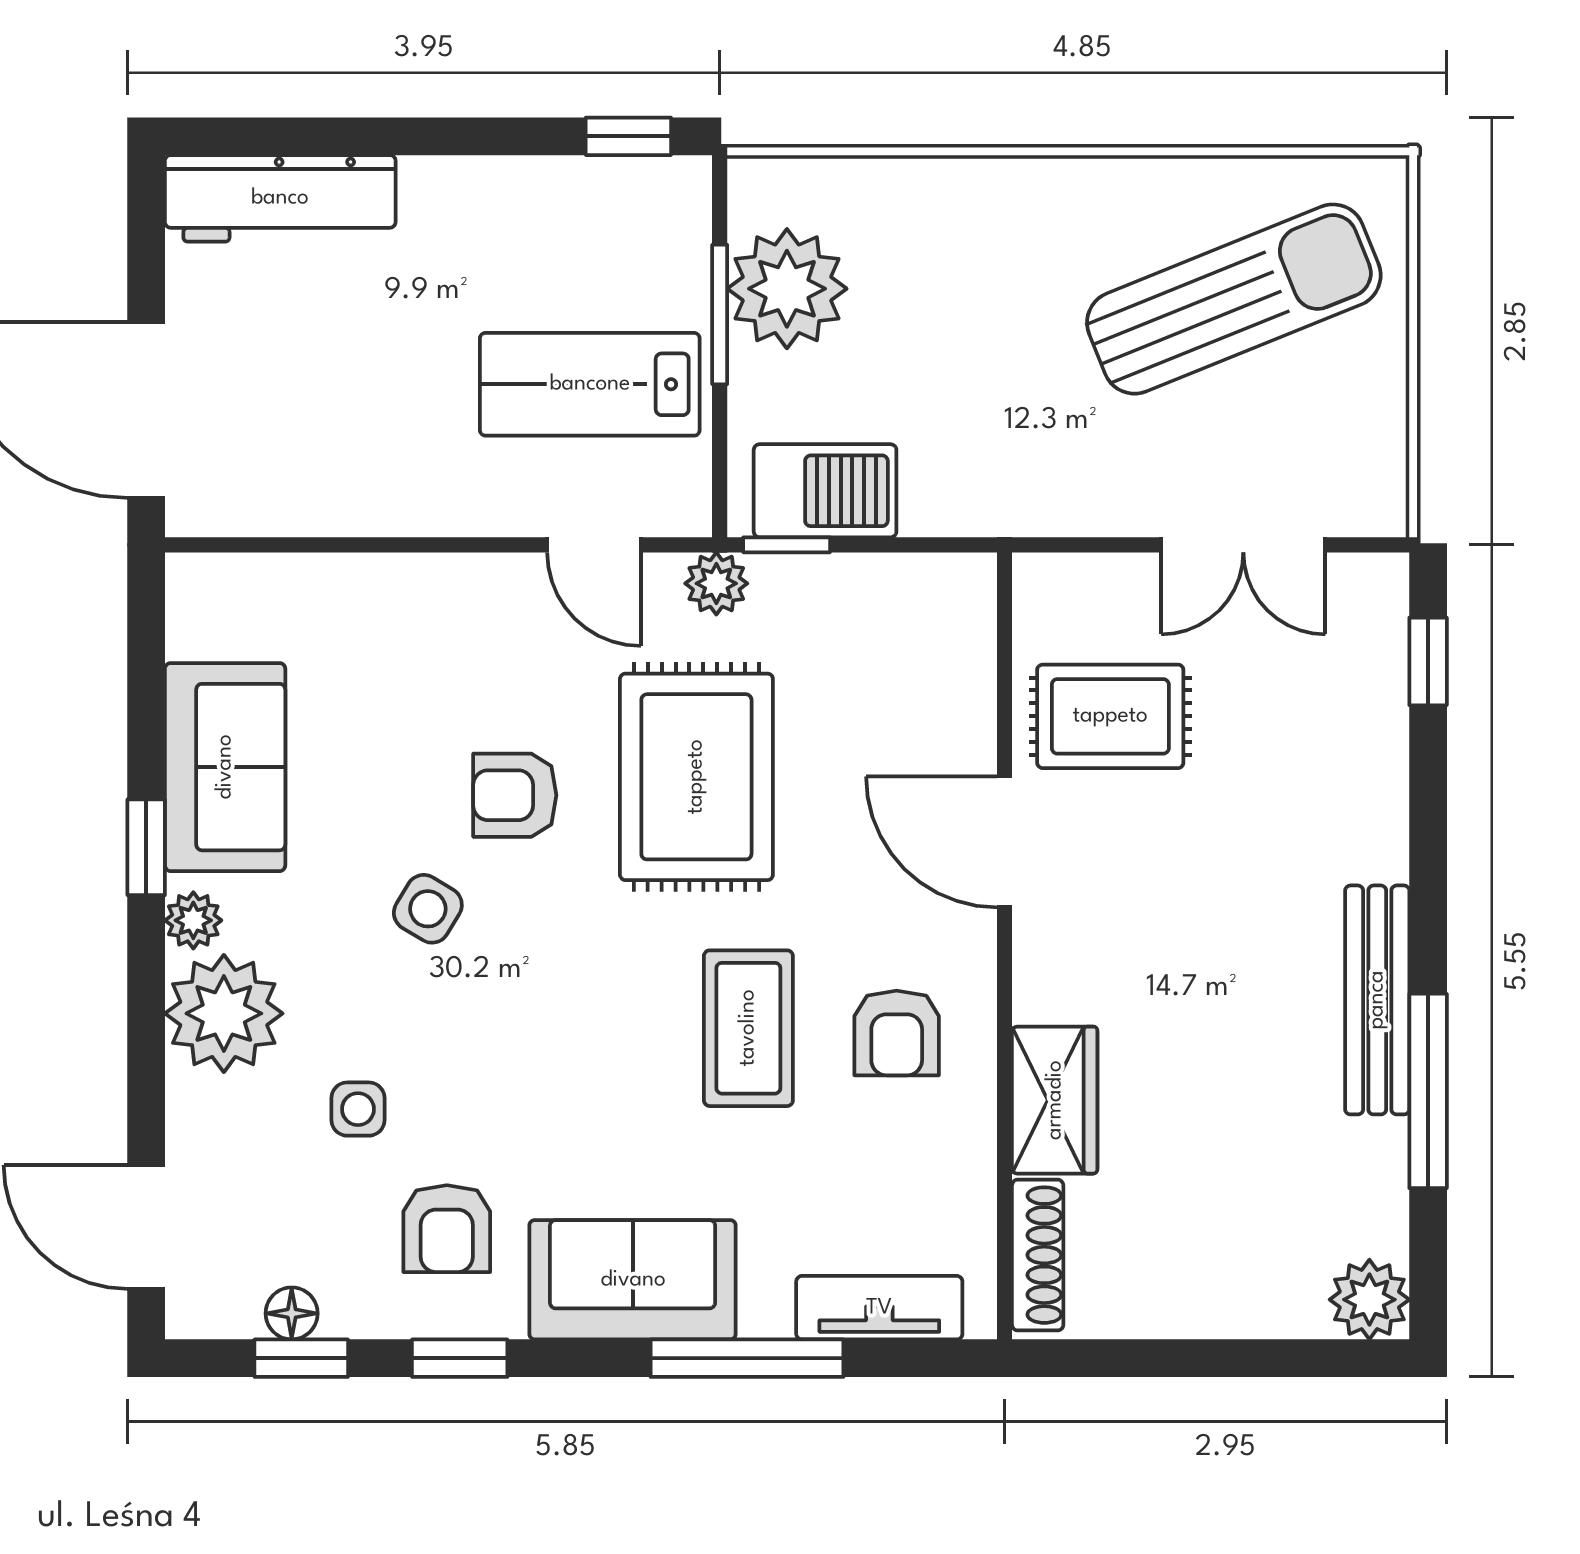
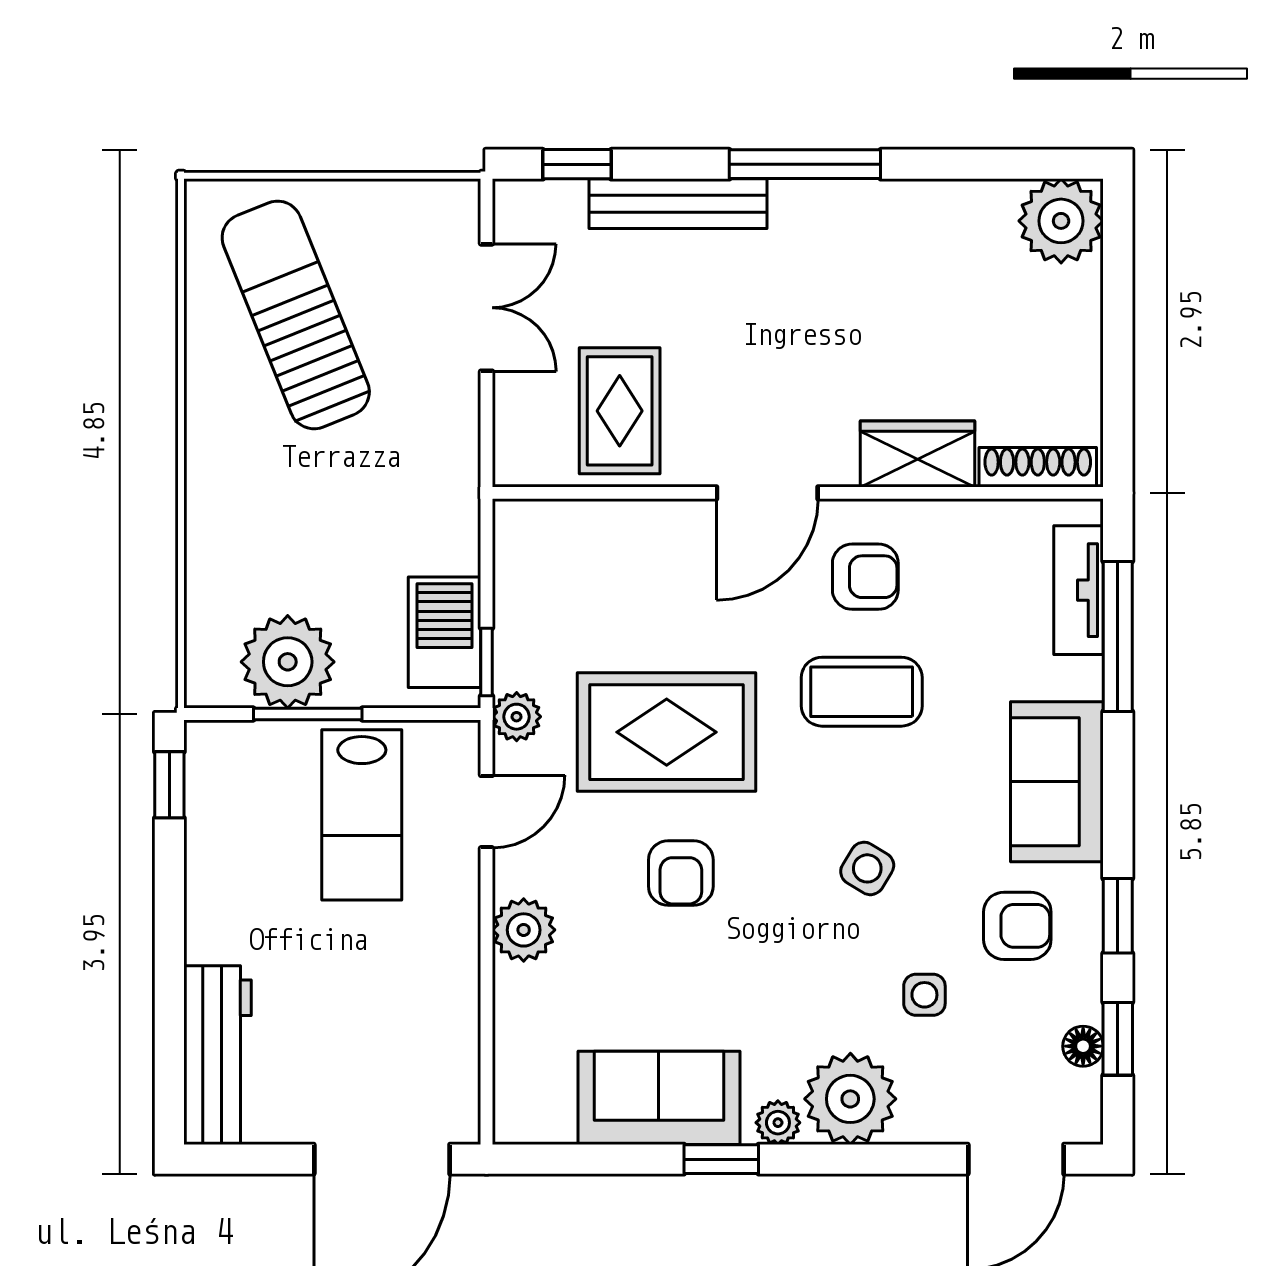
plant: (441, 593) -> (524, 930), added
door: (1005, 842) -> (767, 493), moved
side table: (428, 909) -> (867, 868), moved
bench: (1377, 1000) -> (678, 204), moved
window: (1428, 1091) -> (805, 164), moved
plant: (1369, 1300) -> (1061, 221), width x1.36, depth x1.36
window: (747, 1358) -> (1118, 636), moved

